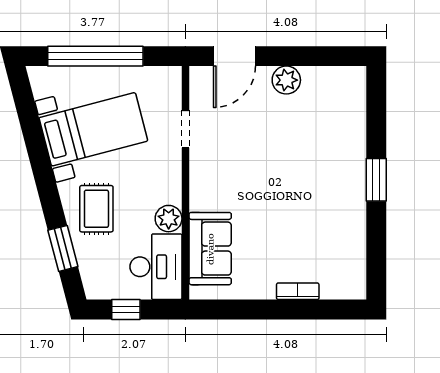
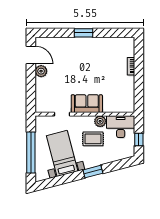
door: (235, 56) -> (31, 55), moved
rug: (96, 209) -> (93, 139), moved
window: (63, 248) -> (93, 172), moved
sofa: (210, 249) -> (87, 104), moved

